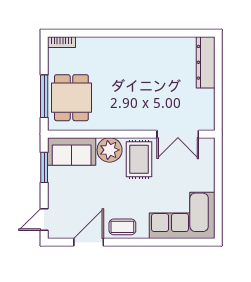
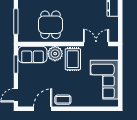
dining table: (71, 98) -> (50, 25), moved
double door: (178, 134) -> (96, 44), swing flipped
corner sofa: (182, 215) -> (104, 80), moved, turned -90

